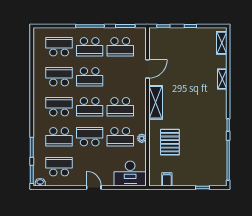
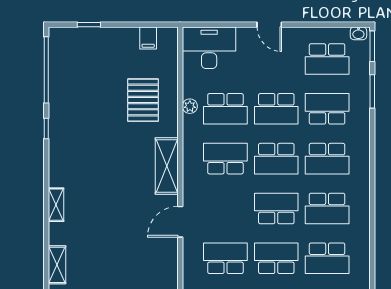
school desk: (90, 107) -> (276, 159), turned 180
school desk: (120, 137) -> (225, 109), turned 180

